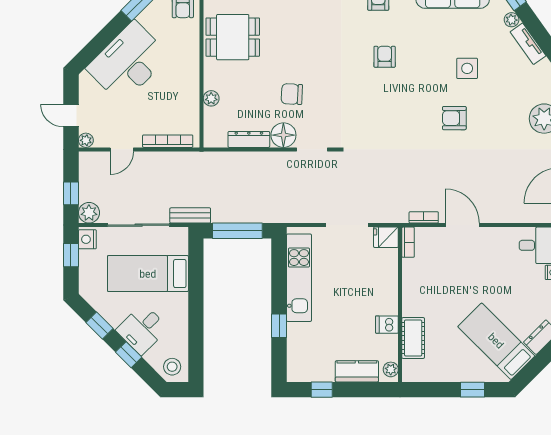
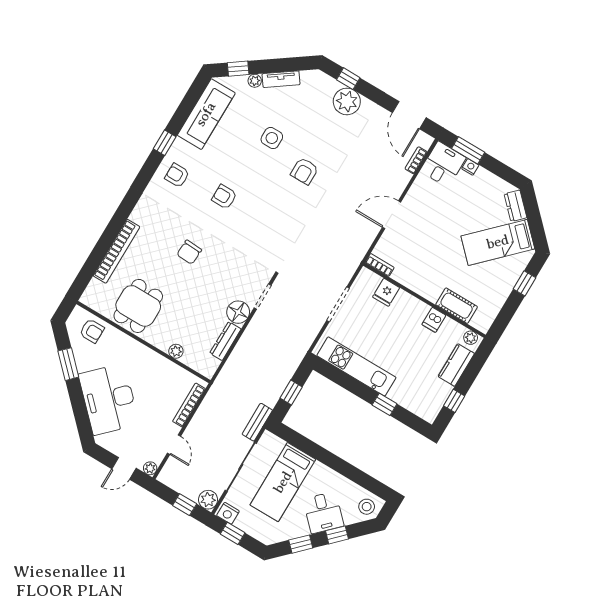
chair: (292, 94) -> (189, 252), moved
bookcase: (424, 217) -> (416, 160), moved
window: (237, 231) -> (291, 393), width x0.46
fridge: (386, 237) -> (386, 292), moved

